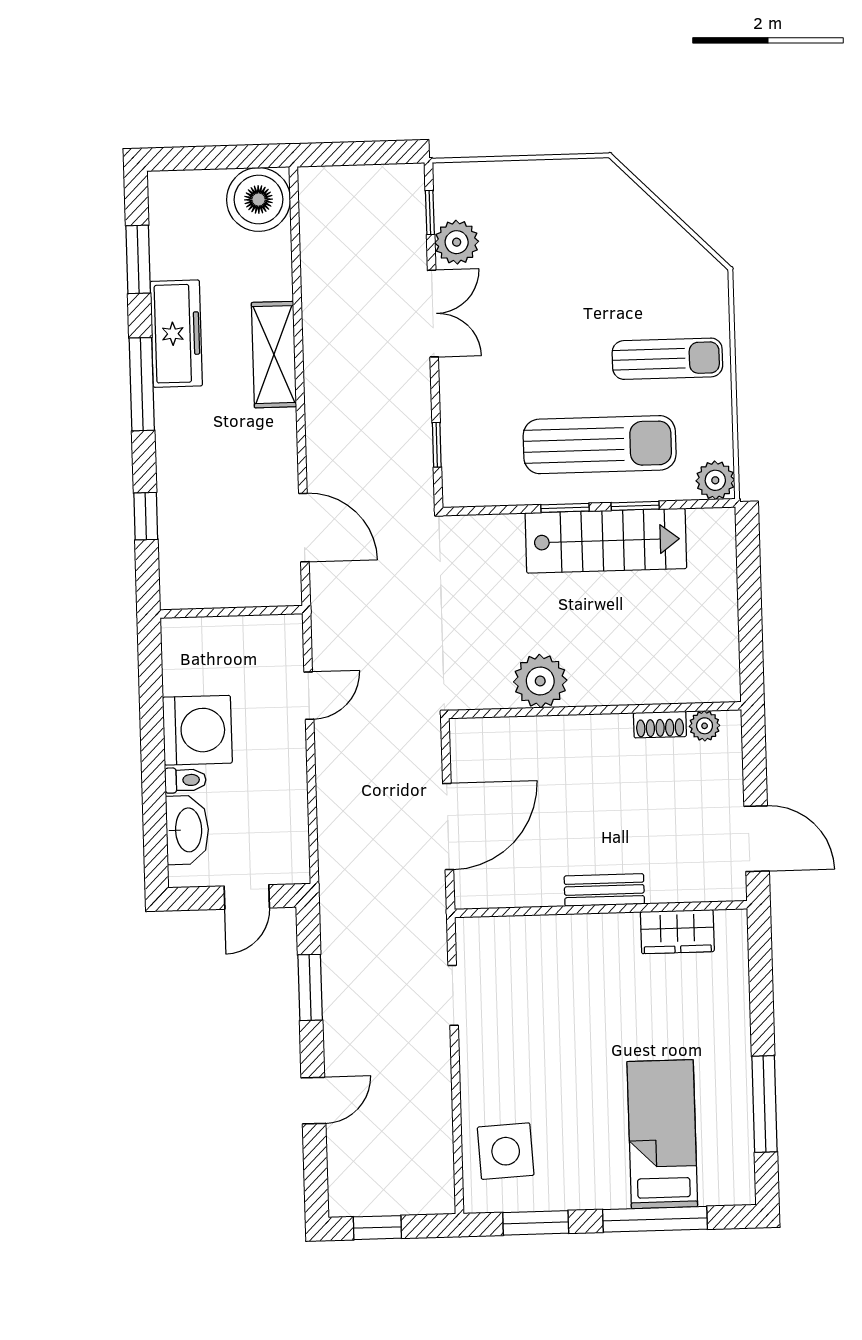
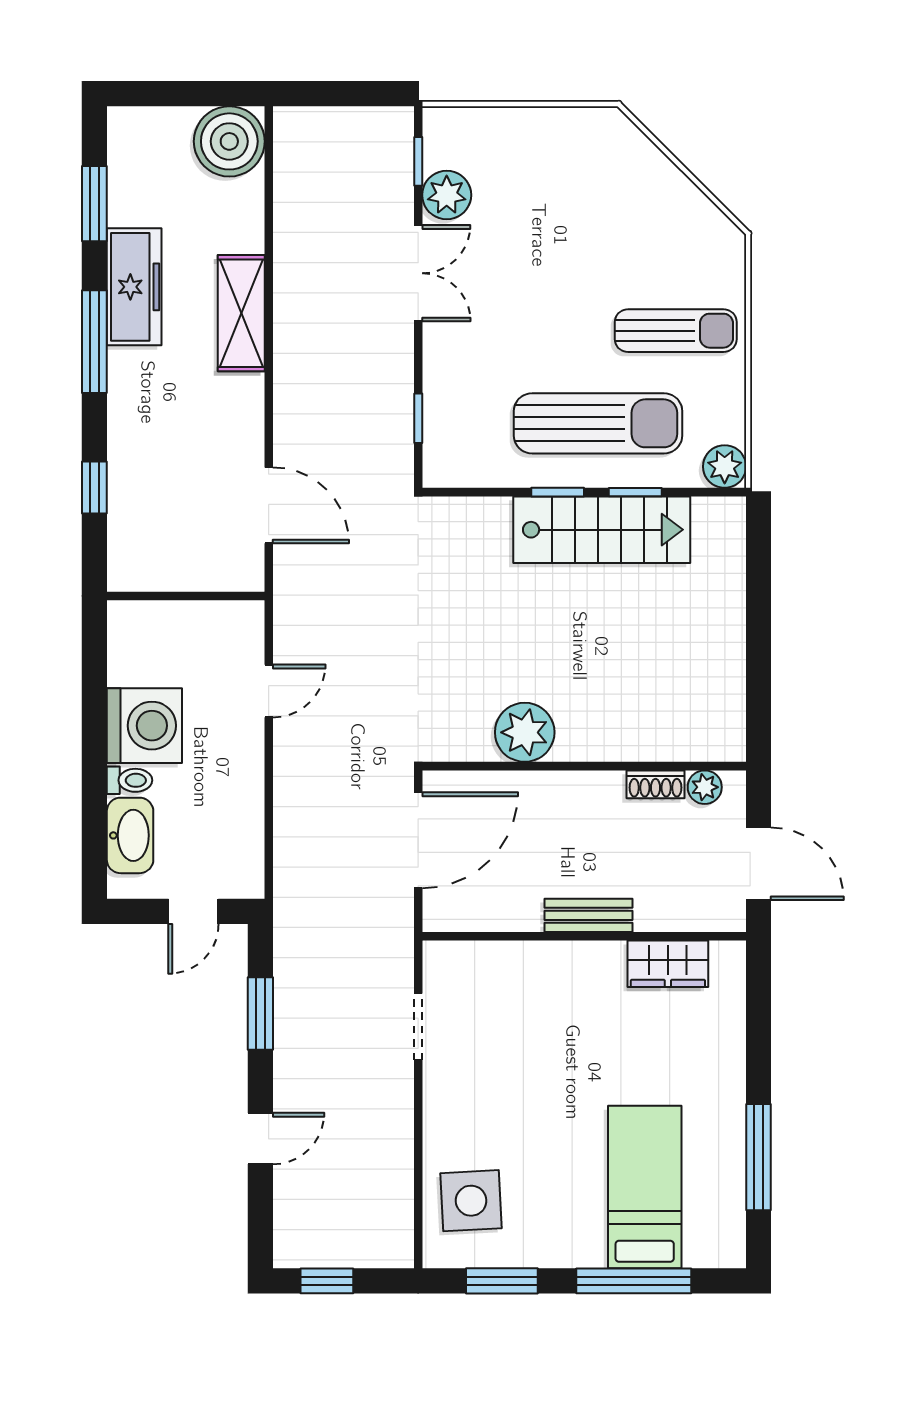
plant: (540, 681) -> (525, 732), moved
wall: (595, 710) -> (584, 766), moved
shoe rack: (660, 725) -> (656, 784), moved
plant: (705, 726) -> (705, 787), moved

